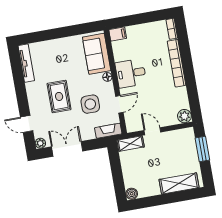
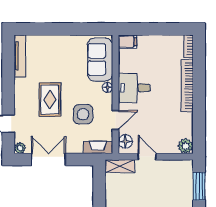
floor lamp: (131, 121) -> (125, 141), added

